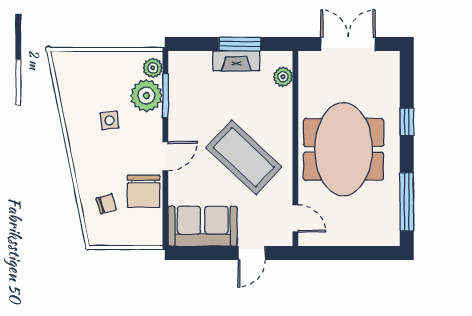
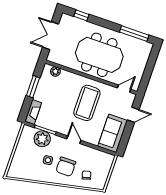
fireplace: (236, 61) -> (33, 112), moved
plant: (153, 68) -> (30, 131), removed
window: (407, 122) -> (81, 15), moved
coffee table: (244, 157) -> (87, 103), turned -43
chair: (144, 191) -> (66, 167), moved, turned 90
door: (252, 253) -> (133, 115), hinge flipped

